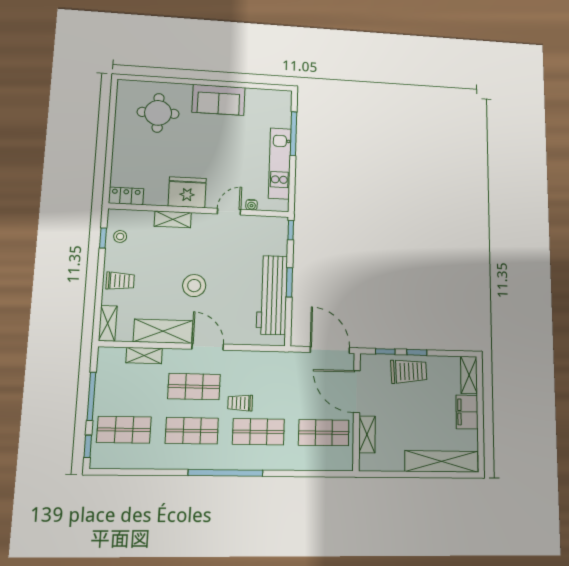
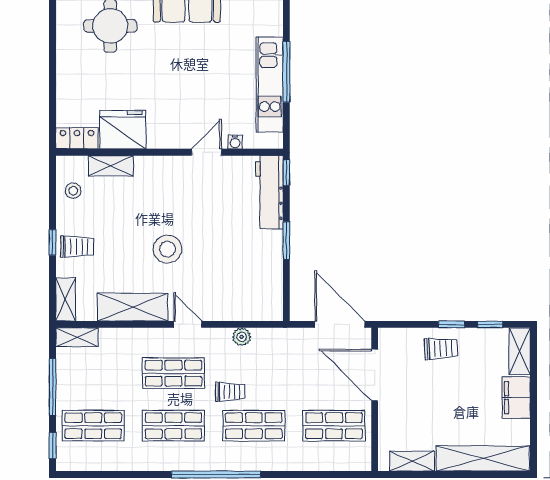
window: (293, 134) -> (286, 72), moved
fridge: (187, 192) -> (123, 130), moved
shelving: (173, 219) -> (111, 166), moved
window: (103, 238) -> (53, 242), moved
workbench: (272, 295) -> (269, 192), moved, width x0.73, depth x0.76
door: (208, 347) -> (188, 324), width x0.73
window: (385, 352) -> (490, 324), moved
shelving: (144, 356) -> (77, 337), moved
plant: (251, 358) -> (242, 337), added
trolley: (409, 371) -> (441, 349), width x0.73, depth x0.72
trolley: (240, 403) -> (230, 392), turned 180
shelving: (367, 434) -> (412, 461), moved, turned 90

